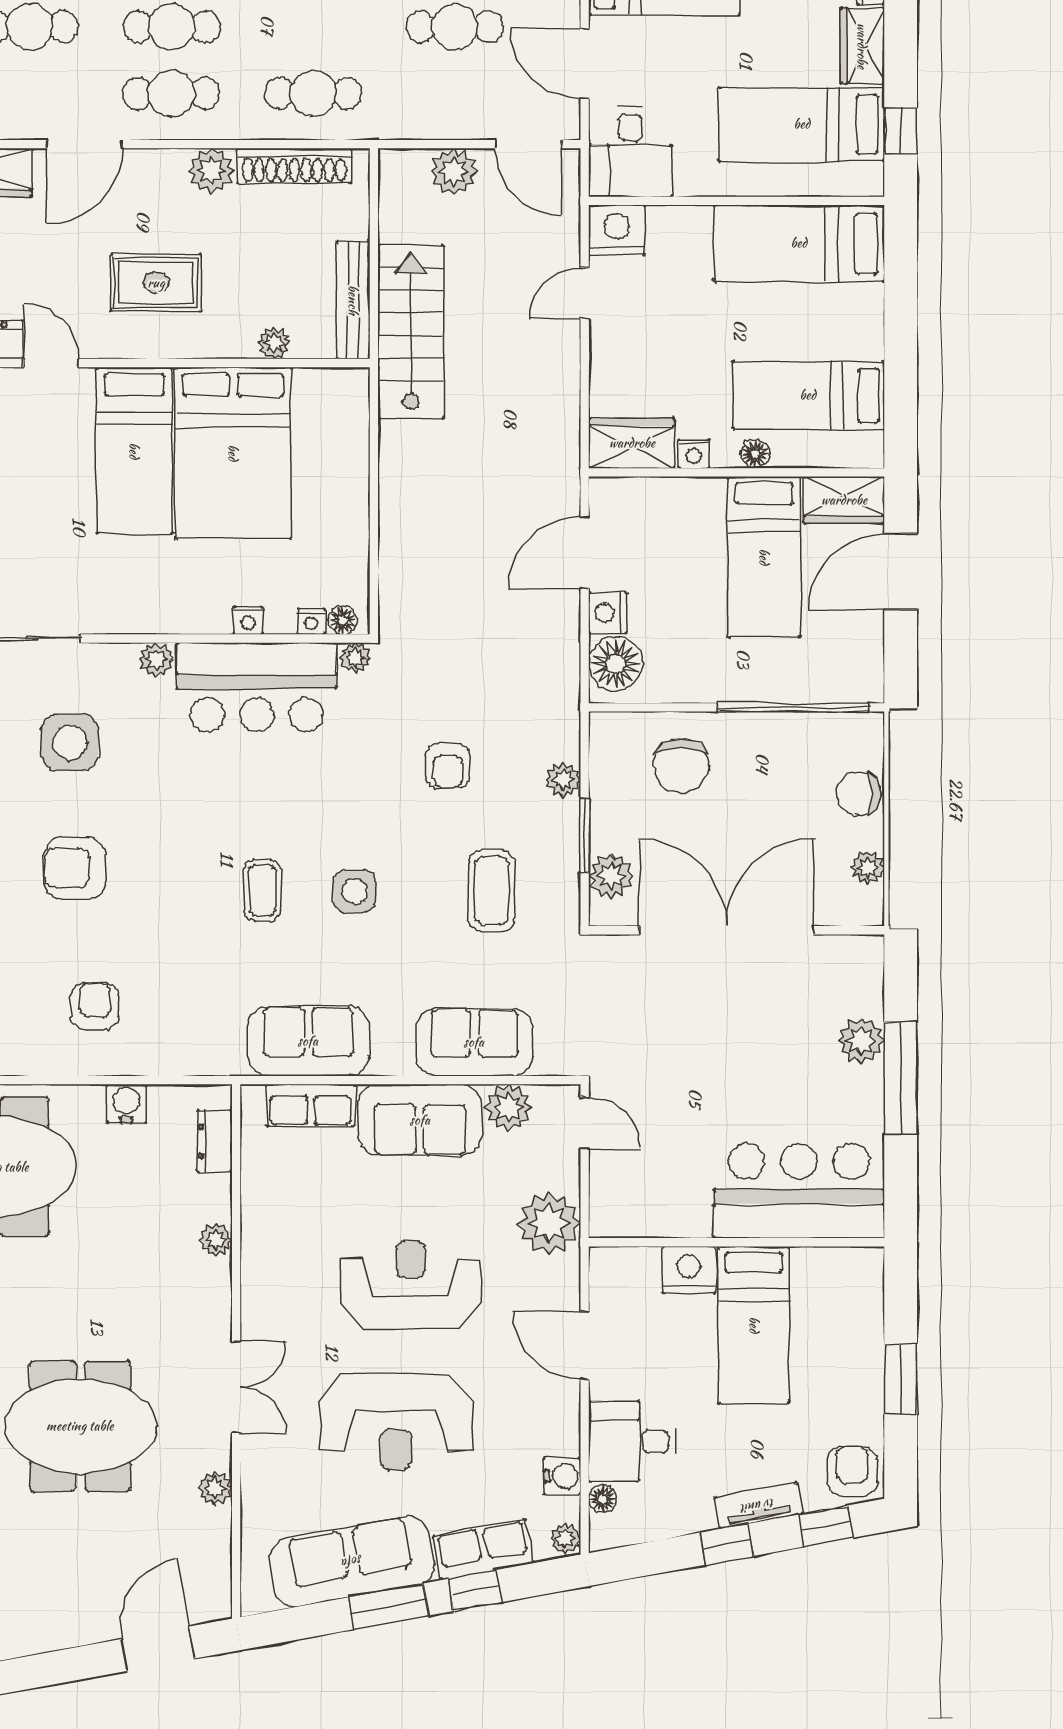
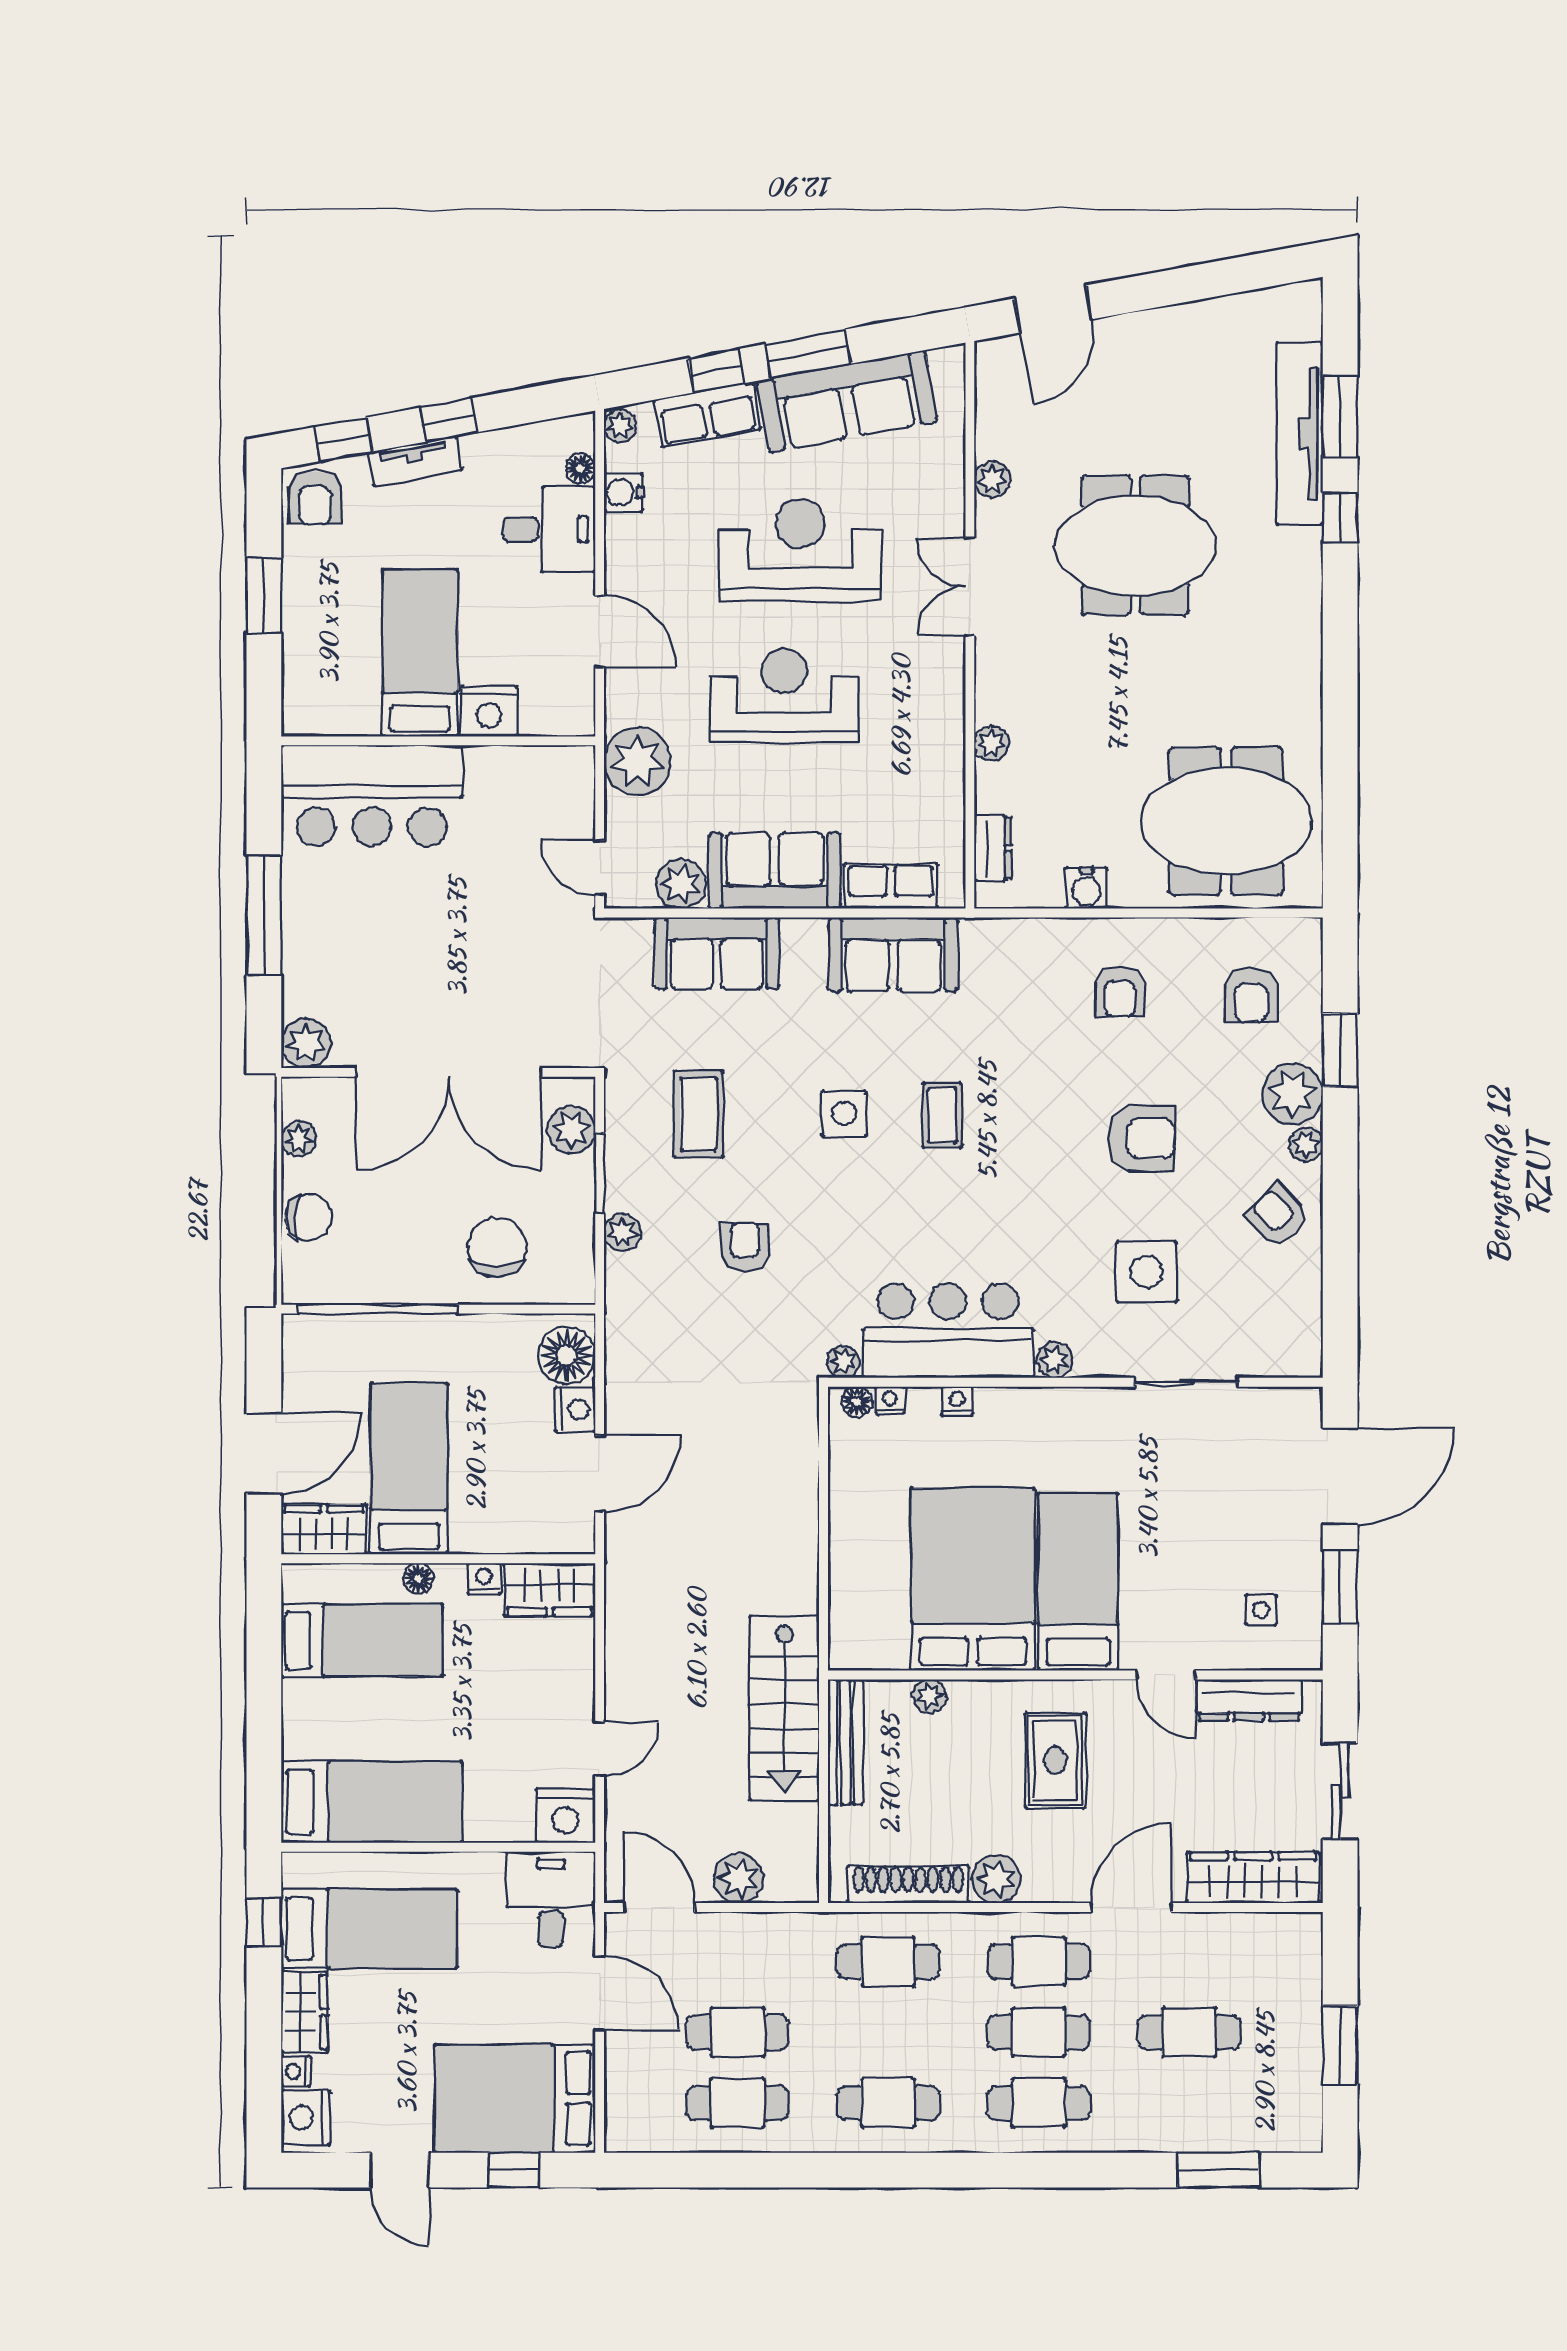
rug: (156, 283) -> (1055, 1760), turned 90
plant: (861, 1041) -> (306, 1043), moved
reception desk: (411, 1285) -> (784, 695), turned 180

